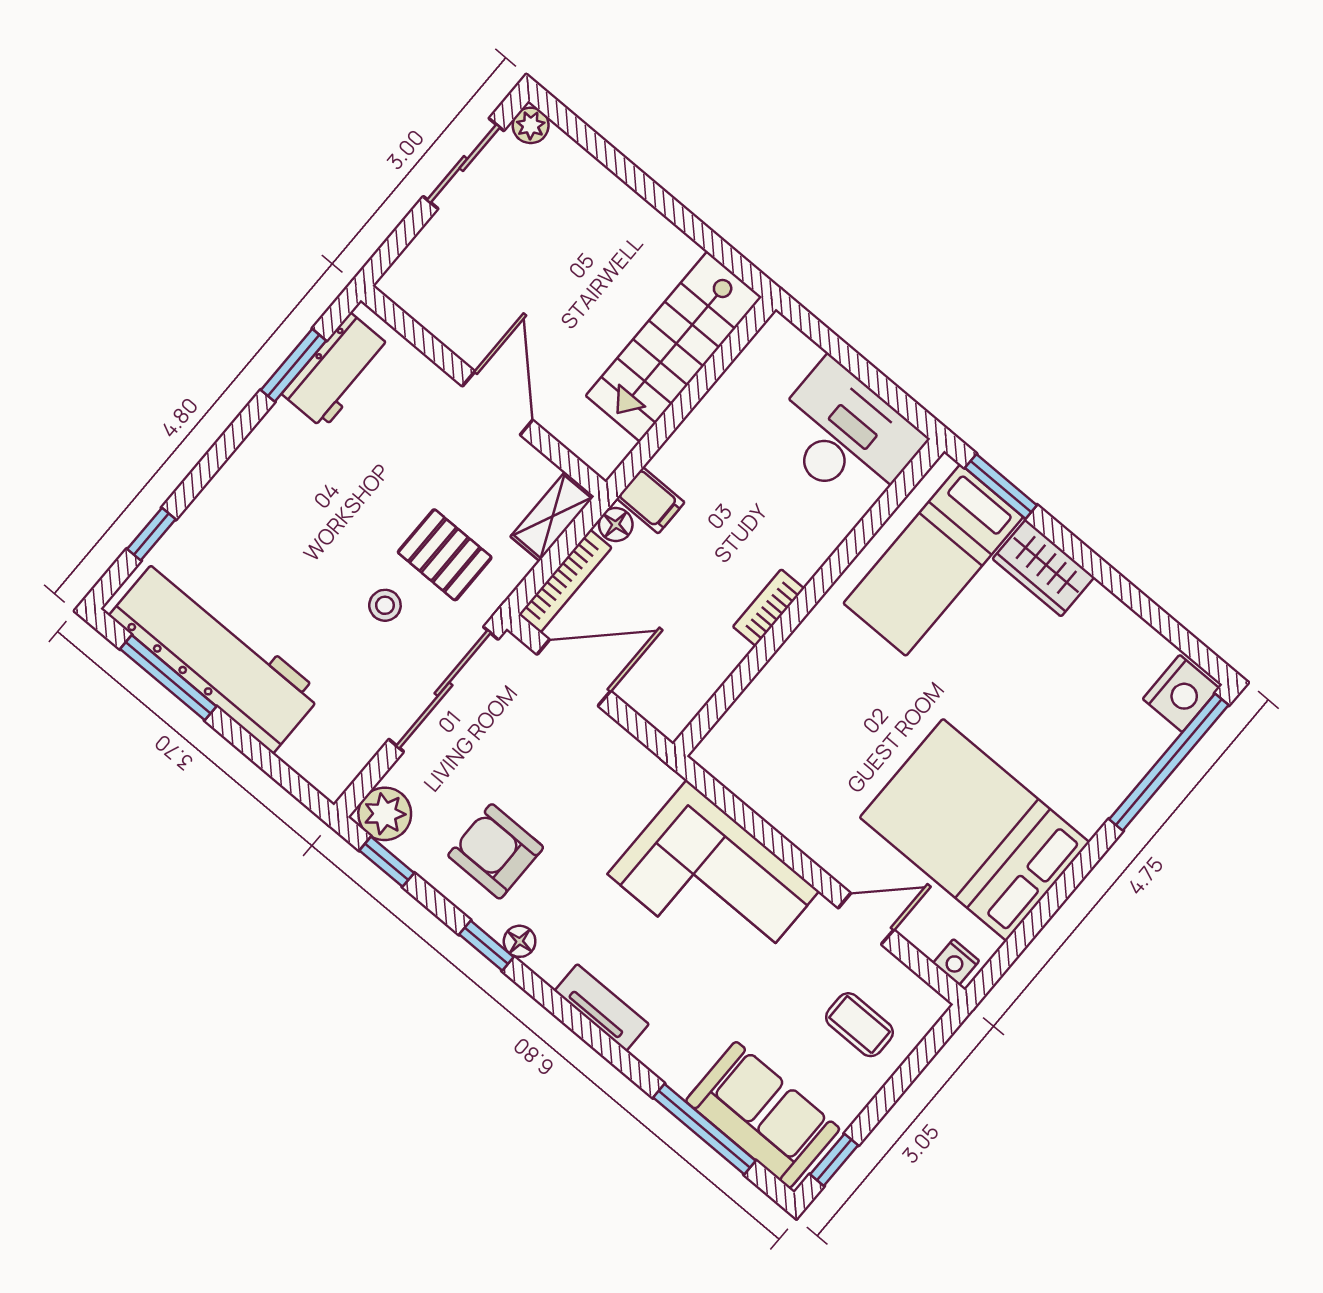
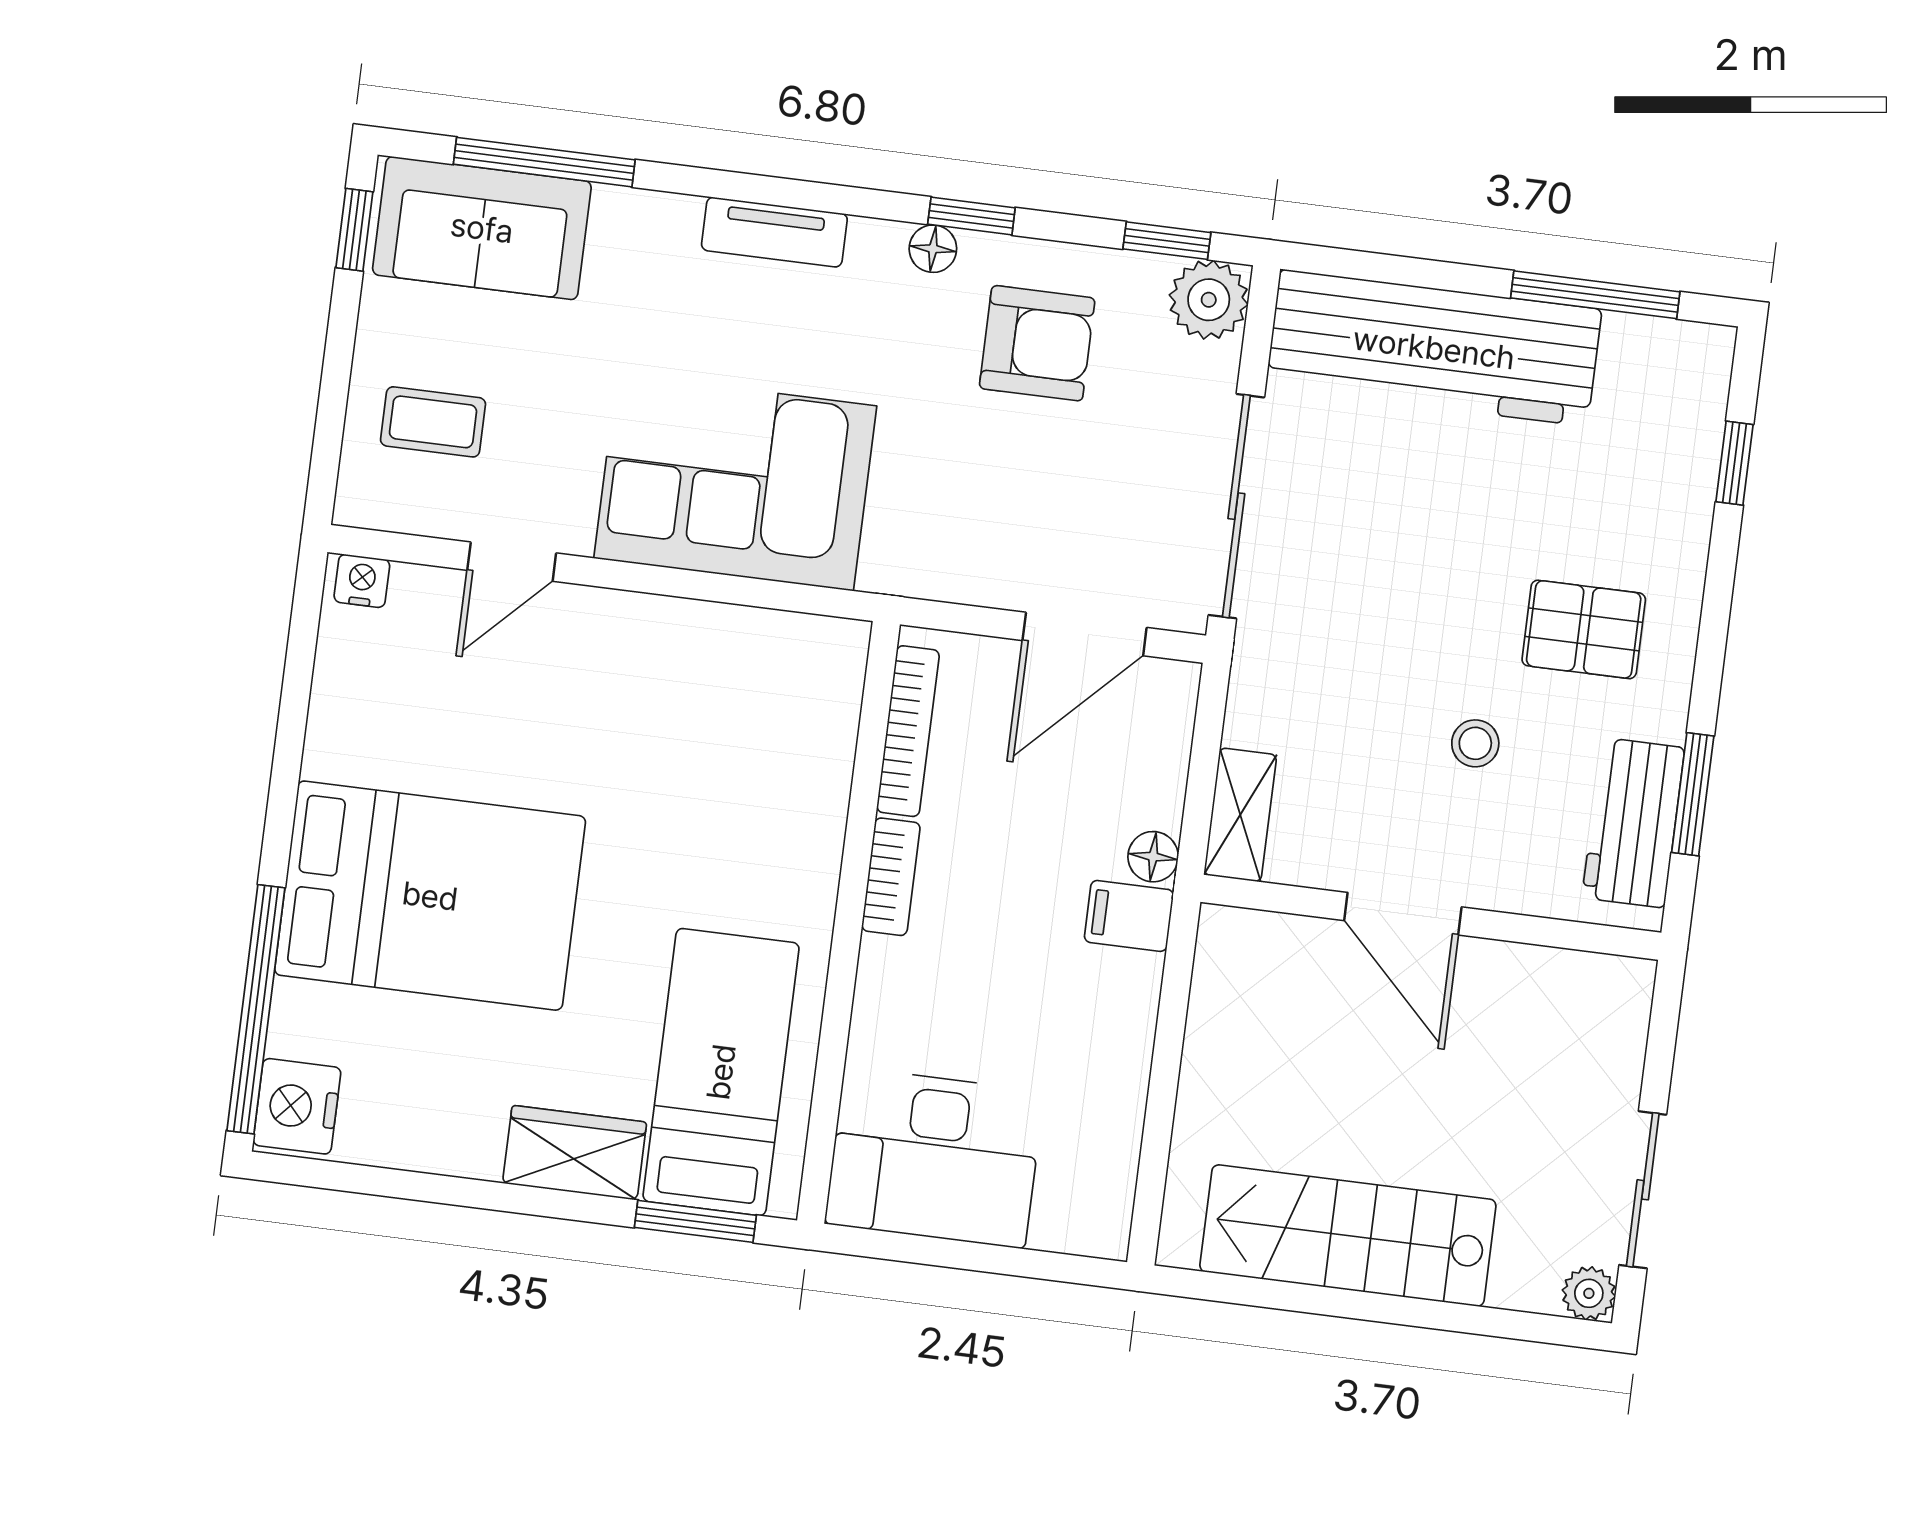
stairs: (674, 346) -> (1348, 1236), moved, turned -90
pallet: (445, 555) -> (1584, 629), moved
bookcase: (565, 581) -> (908, 731), moved, turned 180
stool: (385, 605) -> (1475, 743), moved
workbench: (216, 655) -> (1434, 348), moved
bed: (975, 830) -> (430, 896), moved

